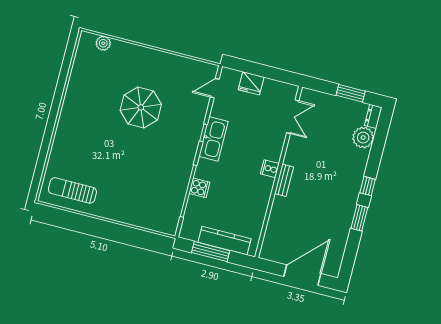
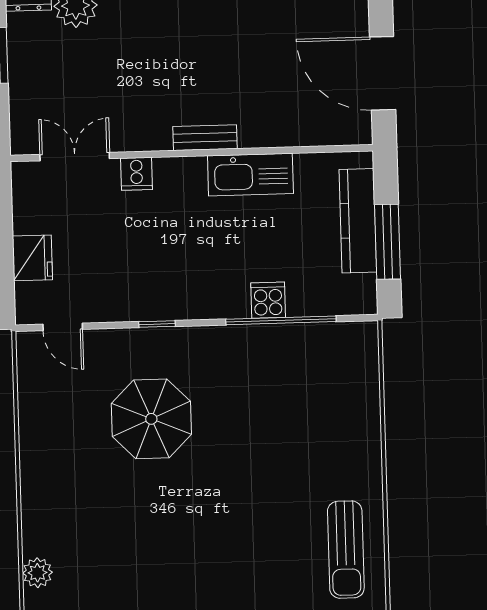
parasol: (141, 107) -> (151, 419), moved
kitchen sink: (213, 139) -> (250, 175), moved, turned 180
cooker: (270, 169) -> (137, 174), moved
door: (302, 275) -> (383, 73), moved

